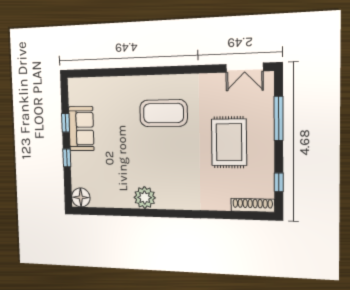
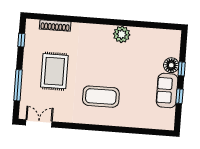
floor lamp: (81, 197) -> (171, 65), moved
shoe rack: (253, 205) -> (55, 26), moved

